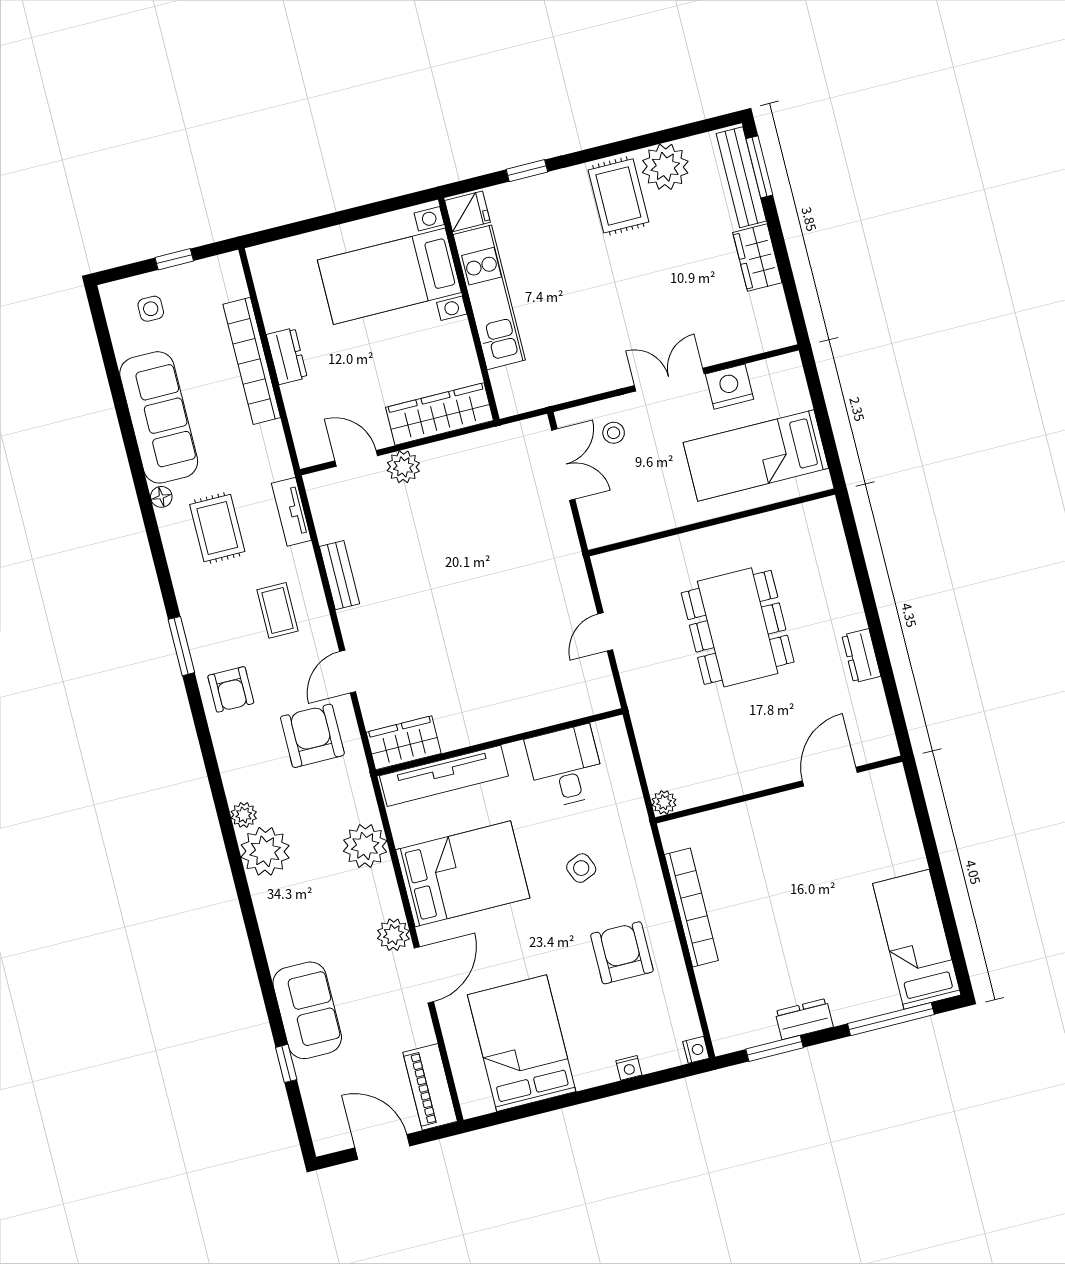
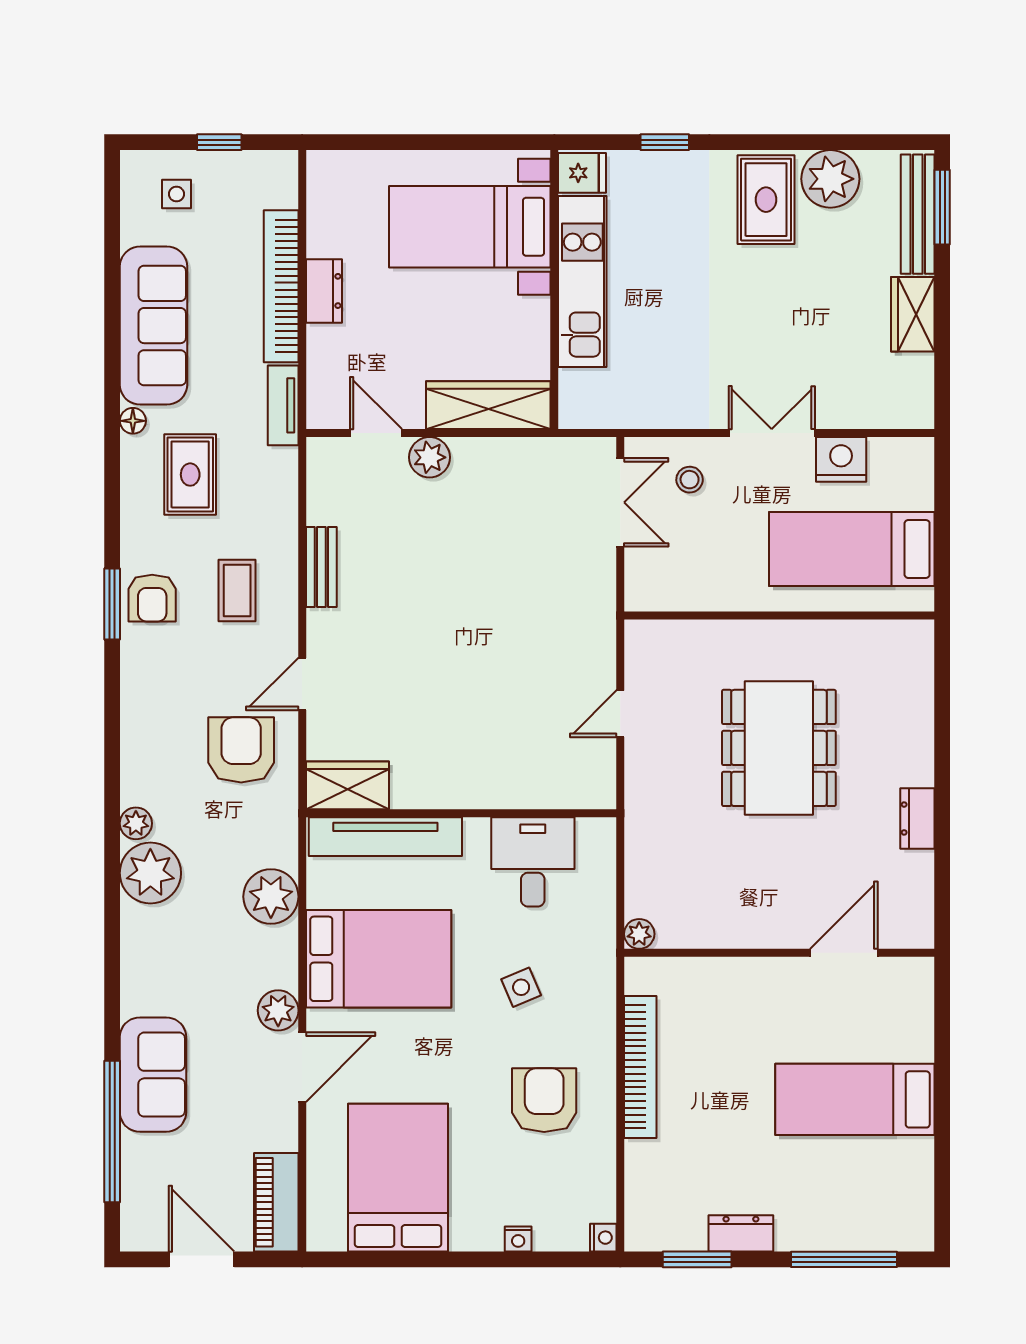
tv unit: (291, 512) -> (283, 405), moved
armchair: (231, 689) -> (152, 598), moved
bed: (917, 939) -> (855, 1099), moved, turned -90
window: (286, 1063) -> (112, 1131), width x3.17

